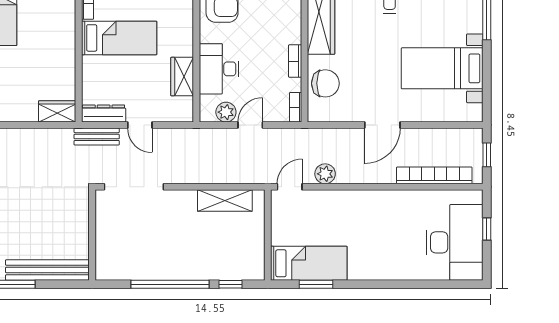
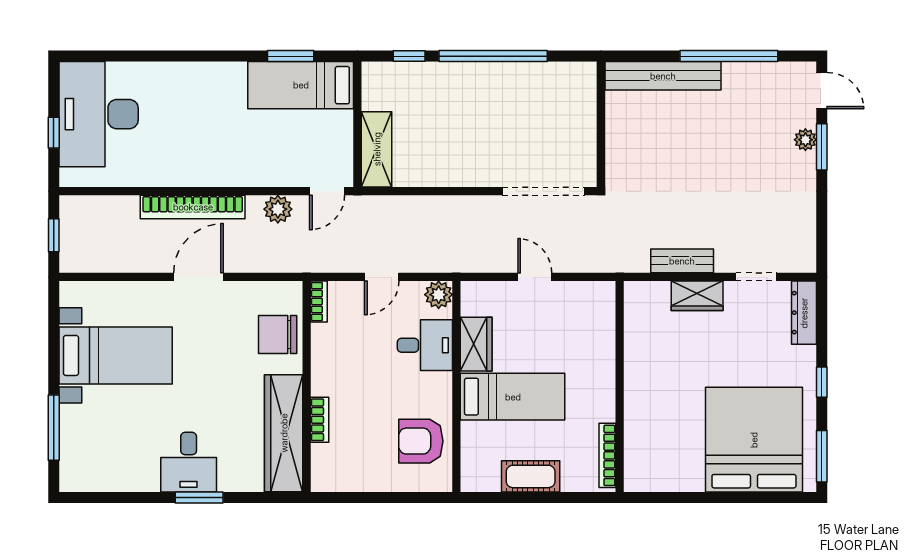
bed: (119, 38) -> (513, 397), moved, turned 180
bookcase: (295, 61) -> (320, 420), moved
desk: (219, 69) -> (425, 345), width x0.73
wardrobe: (57, 111) -> (697, 296), moved
plant: (226, 112) -> (439, 295), moved
dresser: (104, 114) -> (585, 293), removed
bench: (97, 137) -> (682, 261), moved
bookcase: (434, 175) -> (193, 207), moved
shelving: (225, 201) -> (377, 149), moved, turned 90

